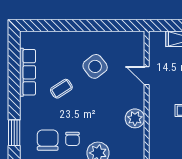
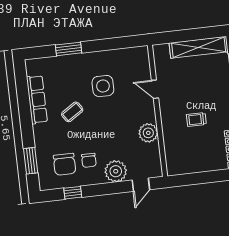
window: (65, 25) -> (68, 49), added
side table: (95, 66) -> (103, 86), turned 38
chair: (48, 140) -> (65, 164), turned 180

